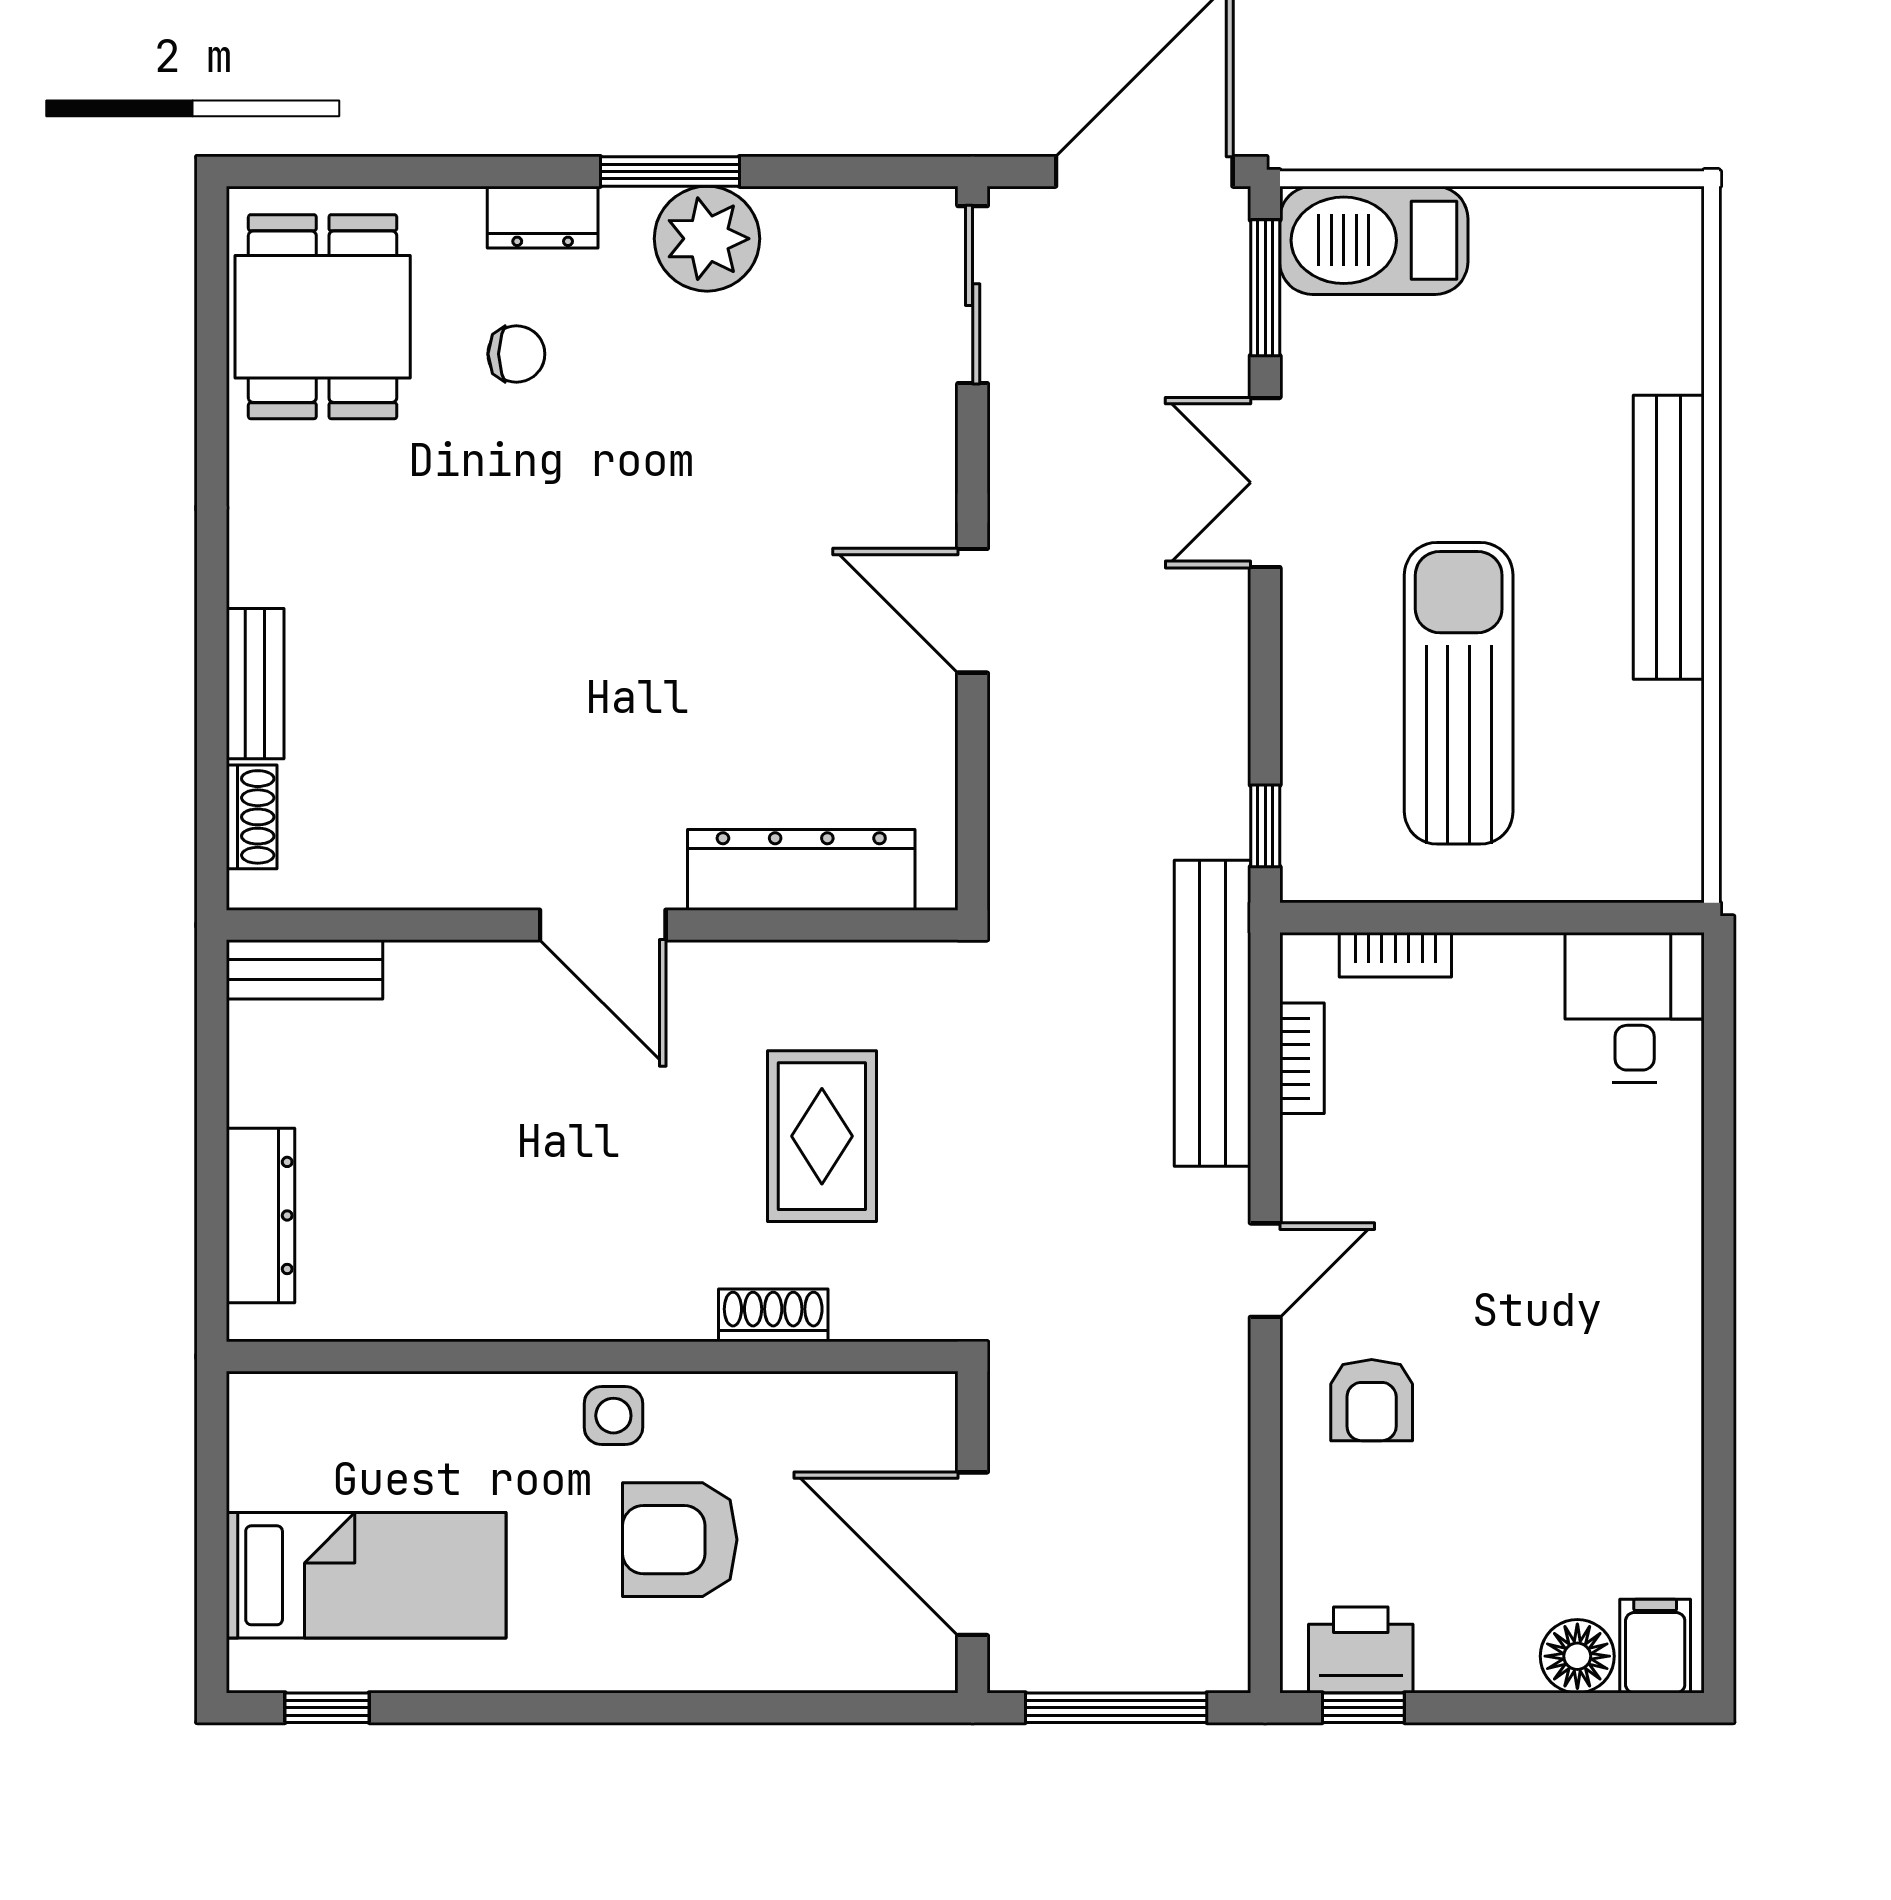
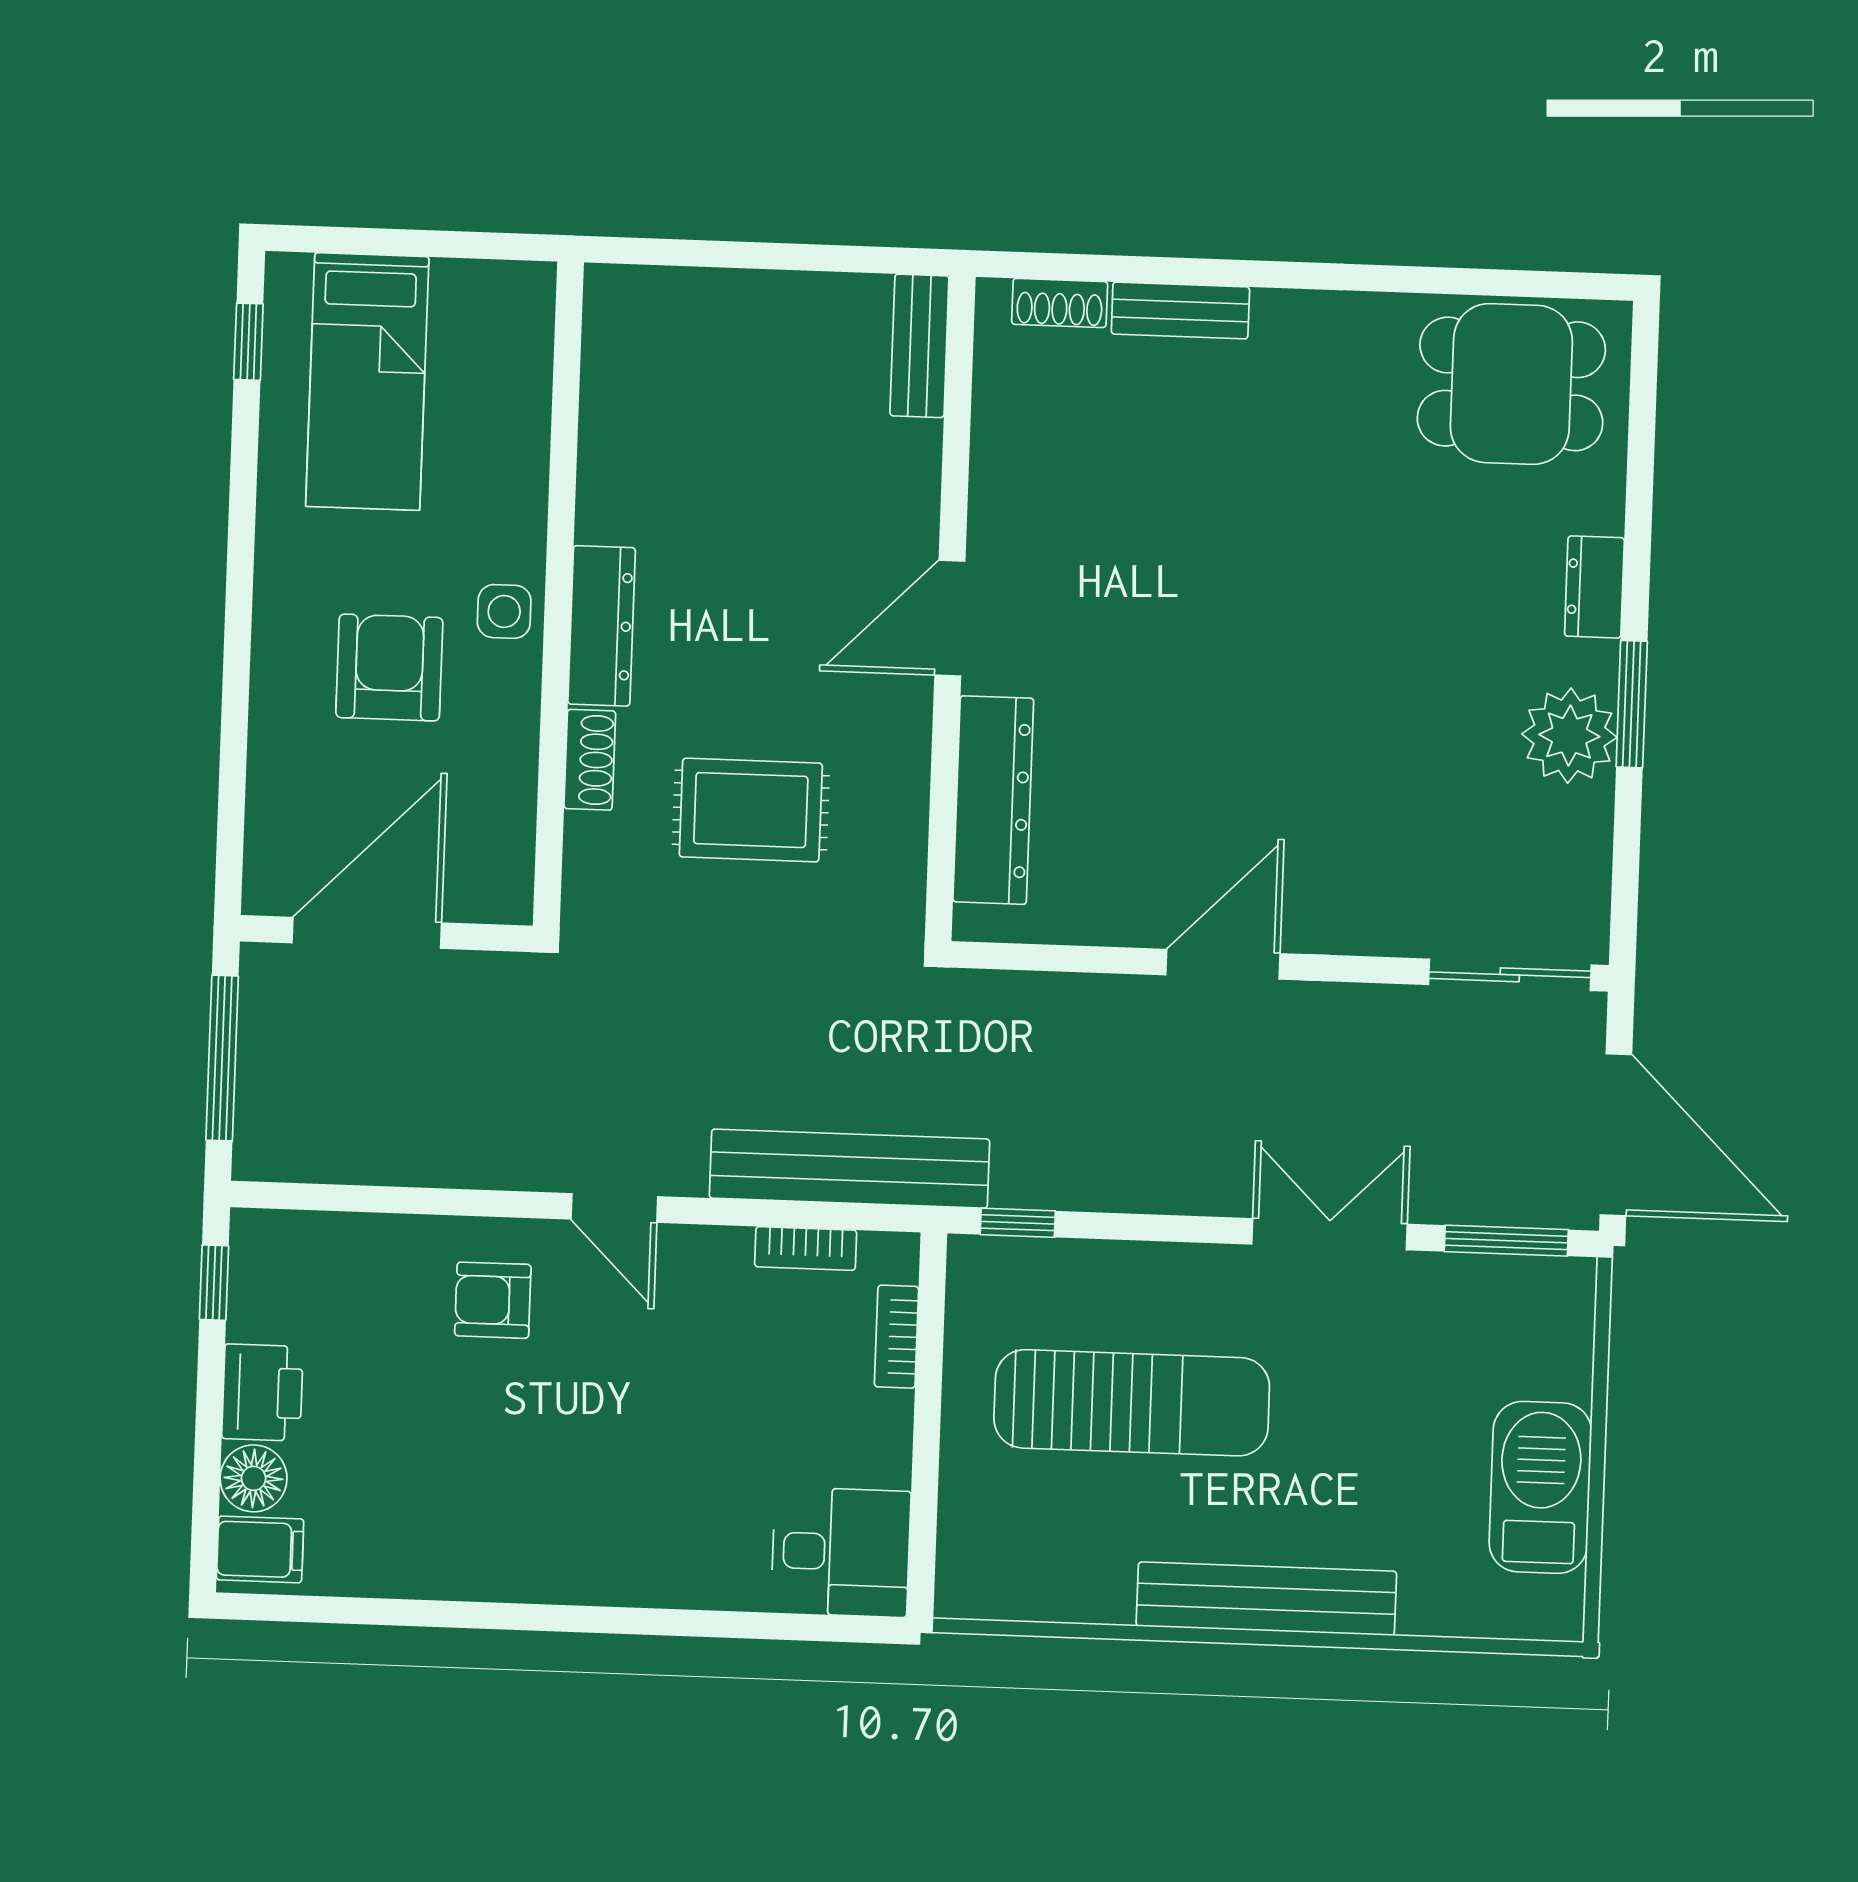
barbecue: (1374, 240) -> (1540, 1487), moved
chair: (516, 354) -> (1471, 559), removed
dresser: (261, 1215) -> (602, 626), moved, turned -90
printer: (1361, 1650) -> (262, 1392), moved

